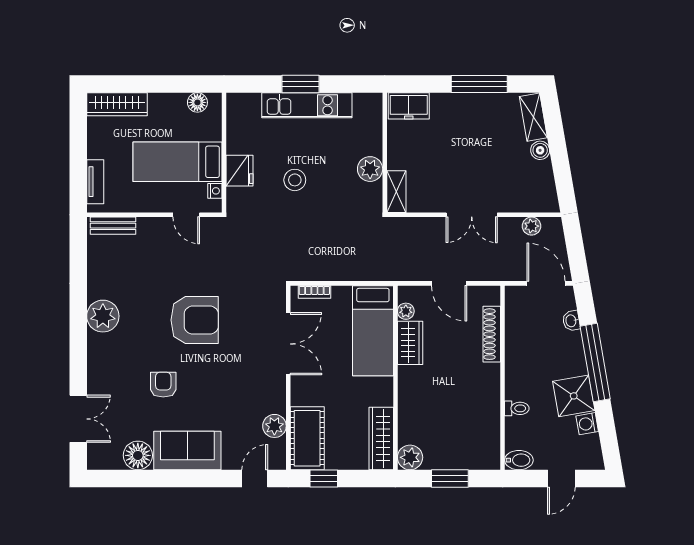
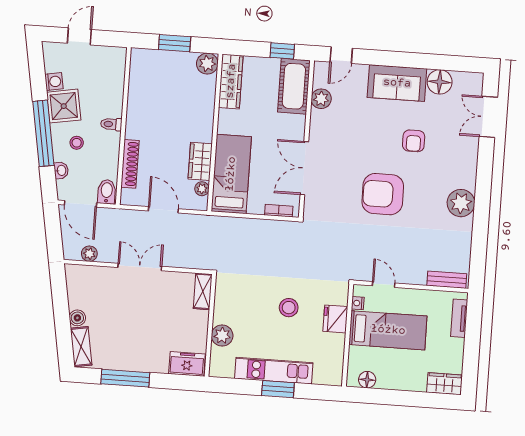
wardrobe: (117, 104) -> (445, 384), width x0.67
plant: (370, 169) -> (222, 335), moved
stool: (556, 354) -> (77, 143), added
toilet: (517, 408) -> (111, 124), moved
bidet: (519, 460) -> (107, 192), moved, turned 90

